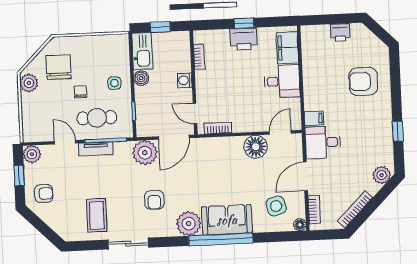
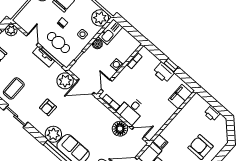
window: (160, 27) -> (130, 29), removed
plant: (116, 47) -> (100, 18), added
desk: (282, 81) -> (131, 110), moved, turned 90

